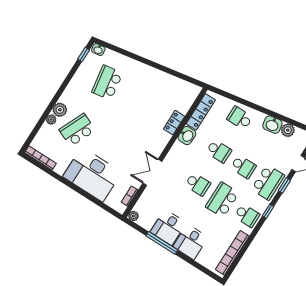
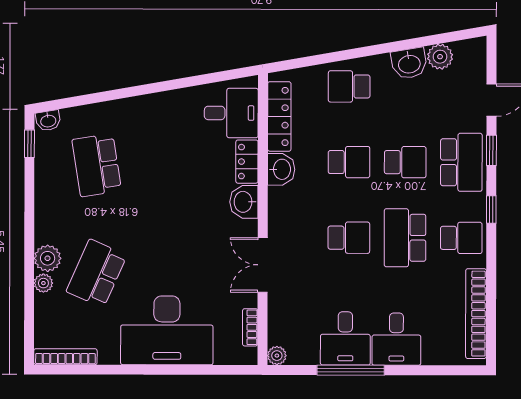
desk: (181, 97) -> (231, 113), added
washbasin: (162, 139) -> (244, 202), added

